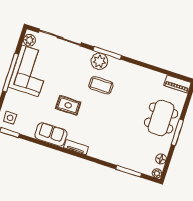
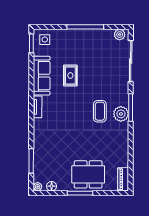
plant: (99, 61) -> (121, 114), moved
corner sofa: (30, 71) -> (92, 44), removed
rug: (68, 105) -> (70, 75), moved
sofa: (51, 134) -> (42, 76), width x1.36

